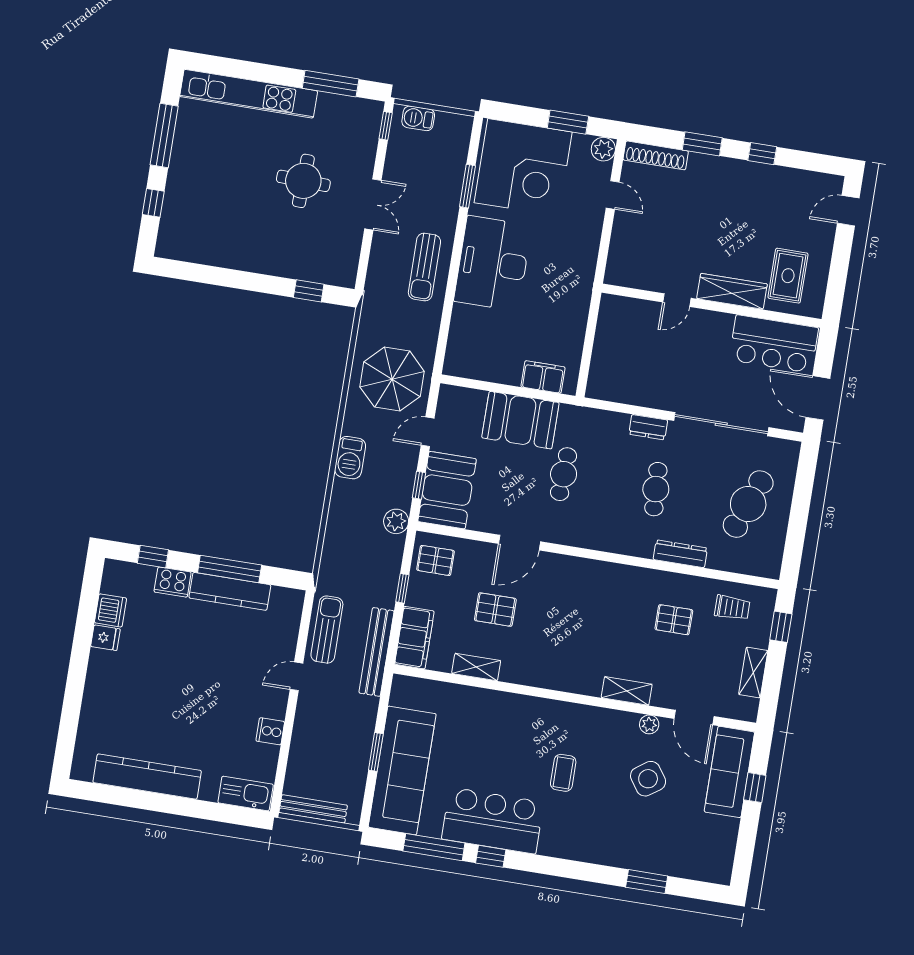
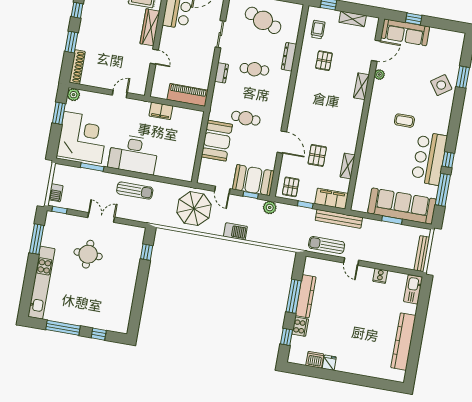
door: (613, 195) -> (120, 94), moved
piano: (606, 364) -> (188, 95), added
filing cabinet: (543, 377) -> (161, 111), moved, turned -90
sliding door: (721, 424) -> (220, 34), width x0.54
side table: (648, 779) -> (441, 85), moved

